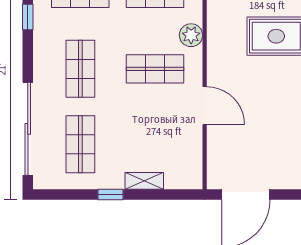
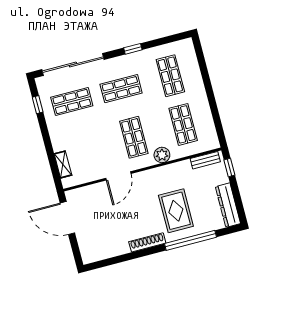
window: (28, 17) -> (133, 49), moved
shelving: (144, 181) -> (63, 164), moved
window: (111, 195) -> (38, 105), moved

